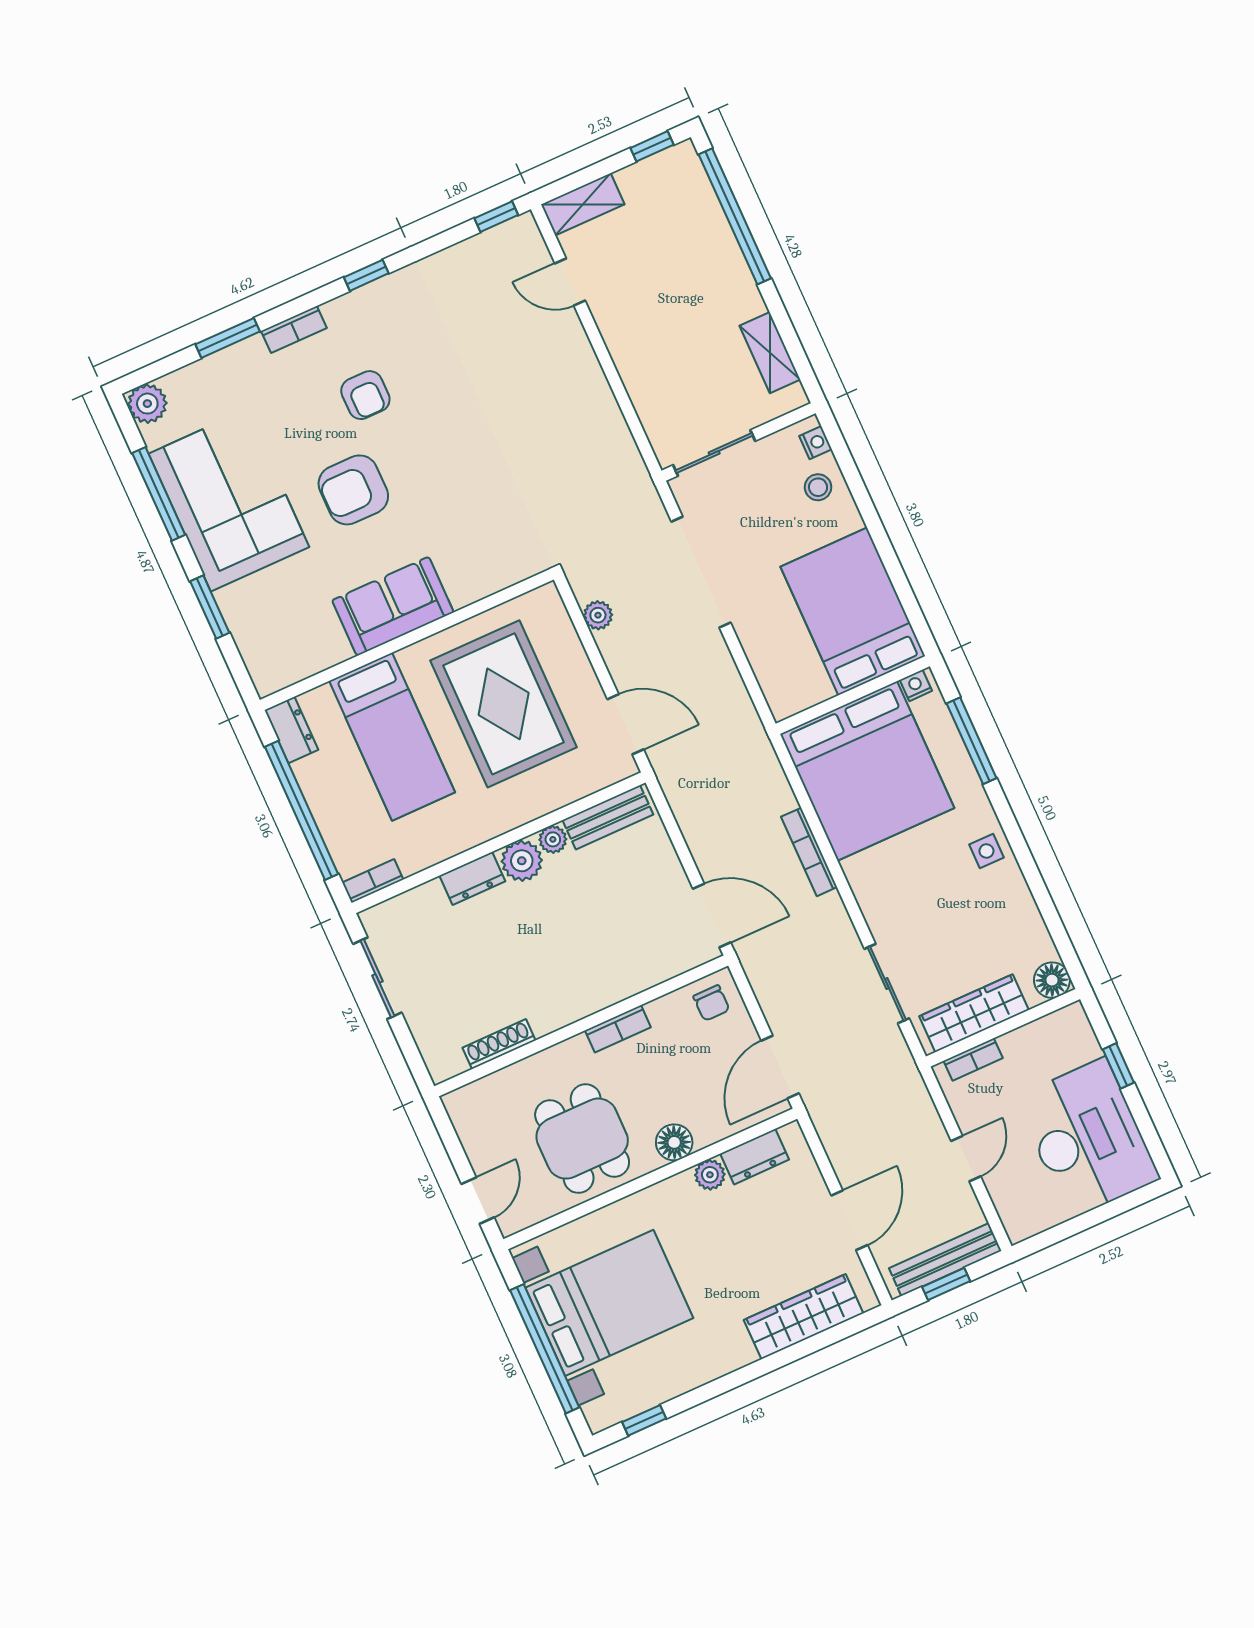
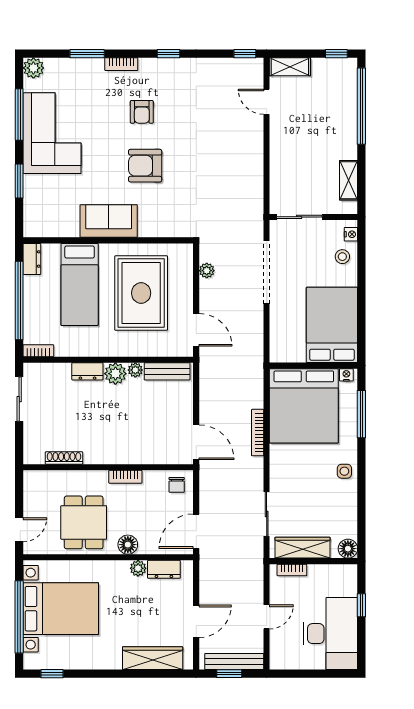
armchair: (353, 490) -> (145, 166), moved

